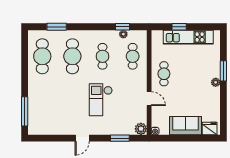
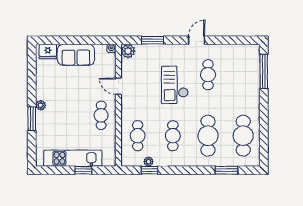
checkout: (101, 100) -> (175, 85), turned 180
cafe table: (72, 109) -> (208, 75), added

